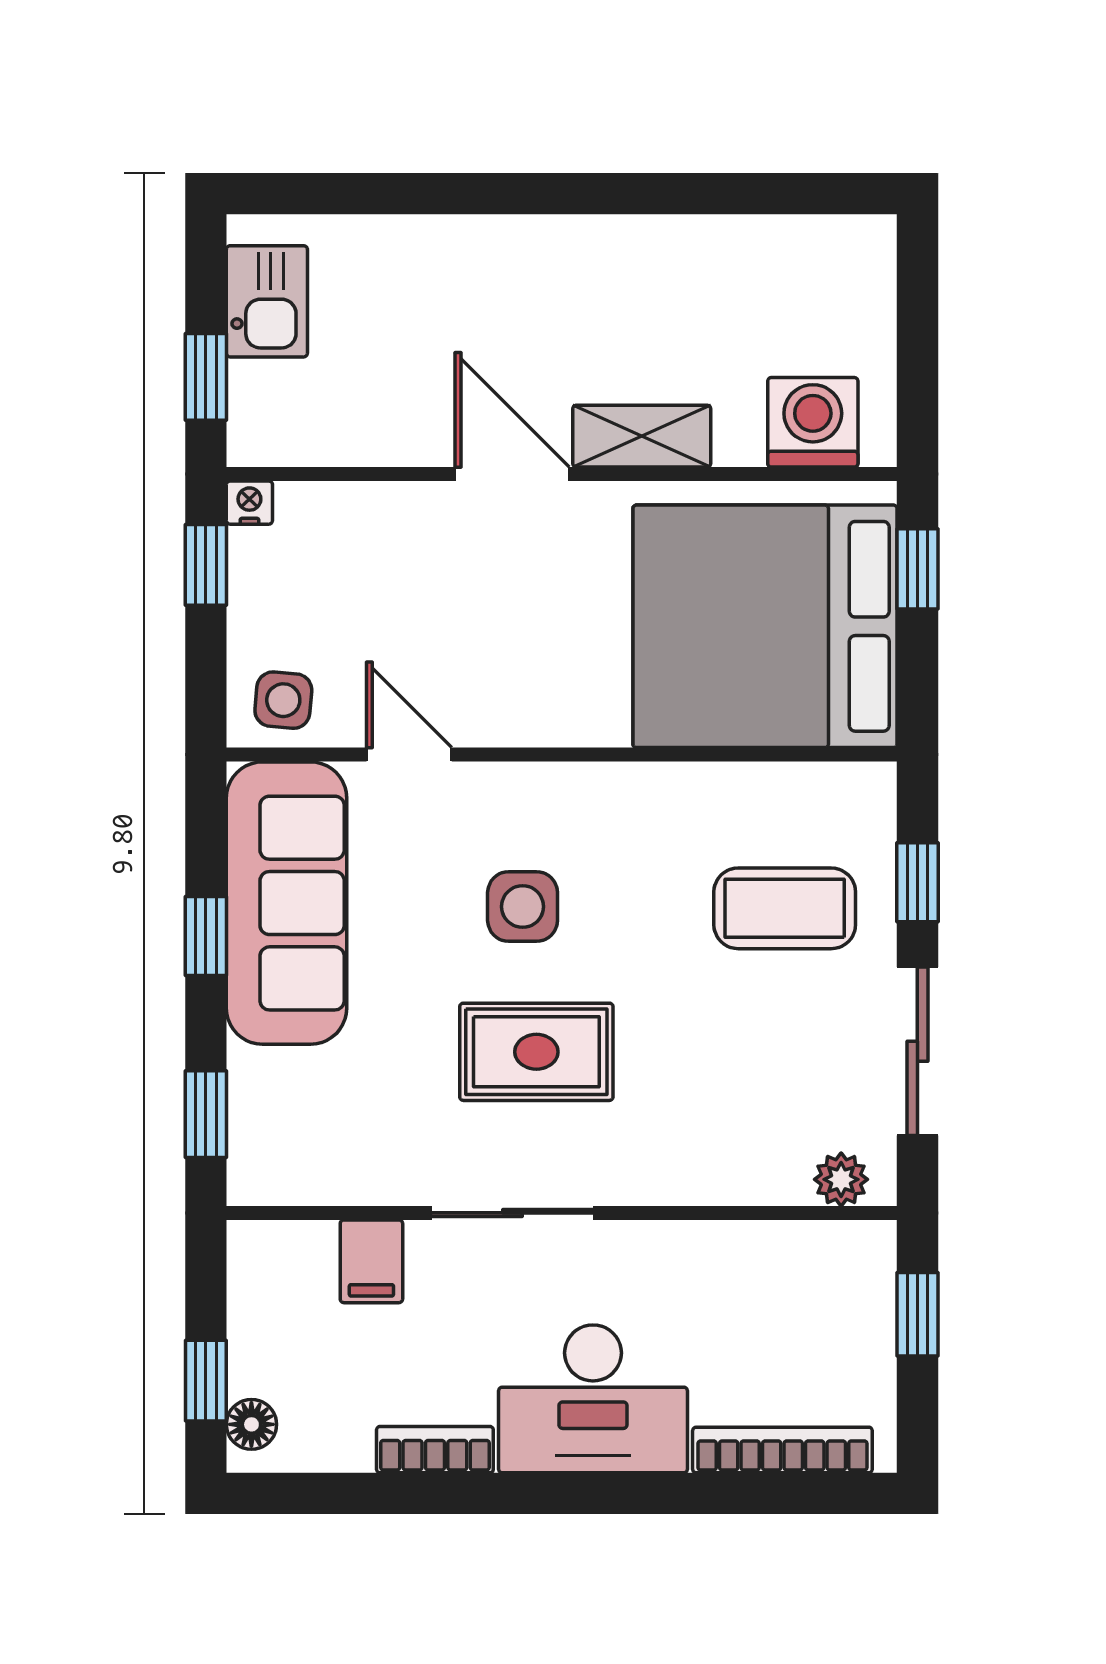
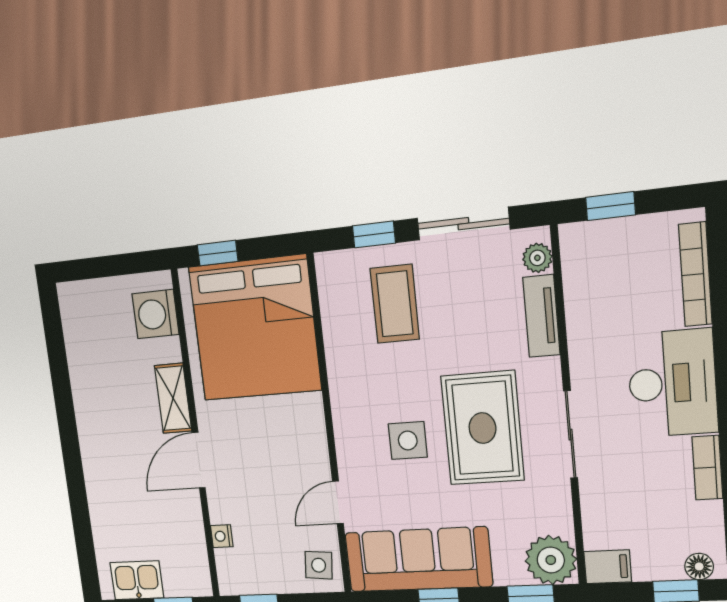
nightstand: (249, 503) -> (222, 536), moved
rug: (536, 1052) -> (483, 428), width x1.36, depth x1.43
plant: (275, 1158) -> (551, 560), added
tv unit: (735, 1178) -> (541, 316), added
filing cabinet: (371, 1261) -> (608, 567), moved

